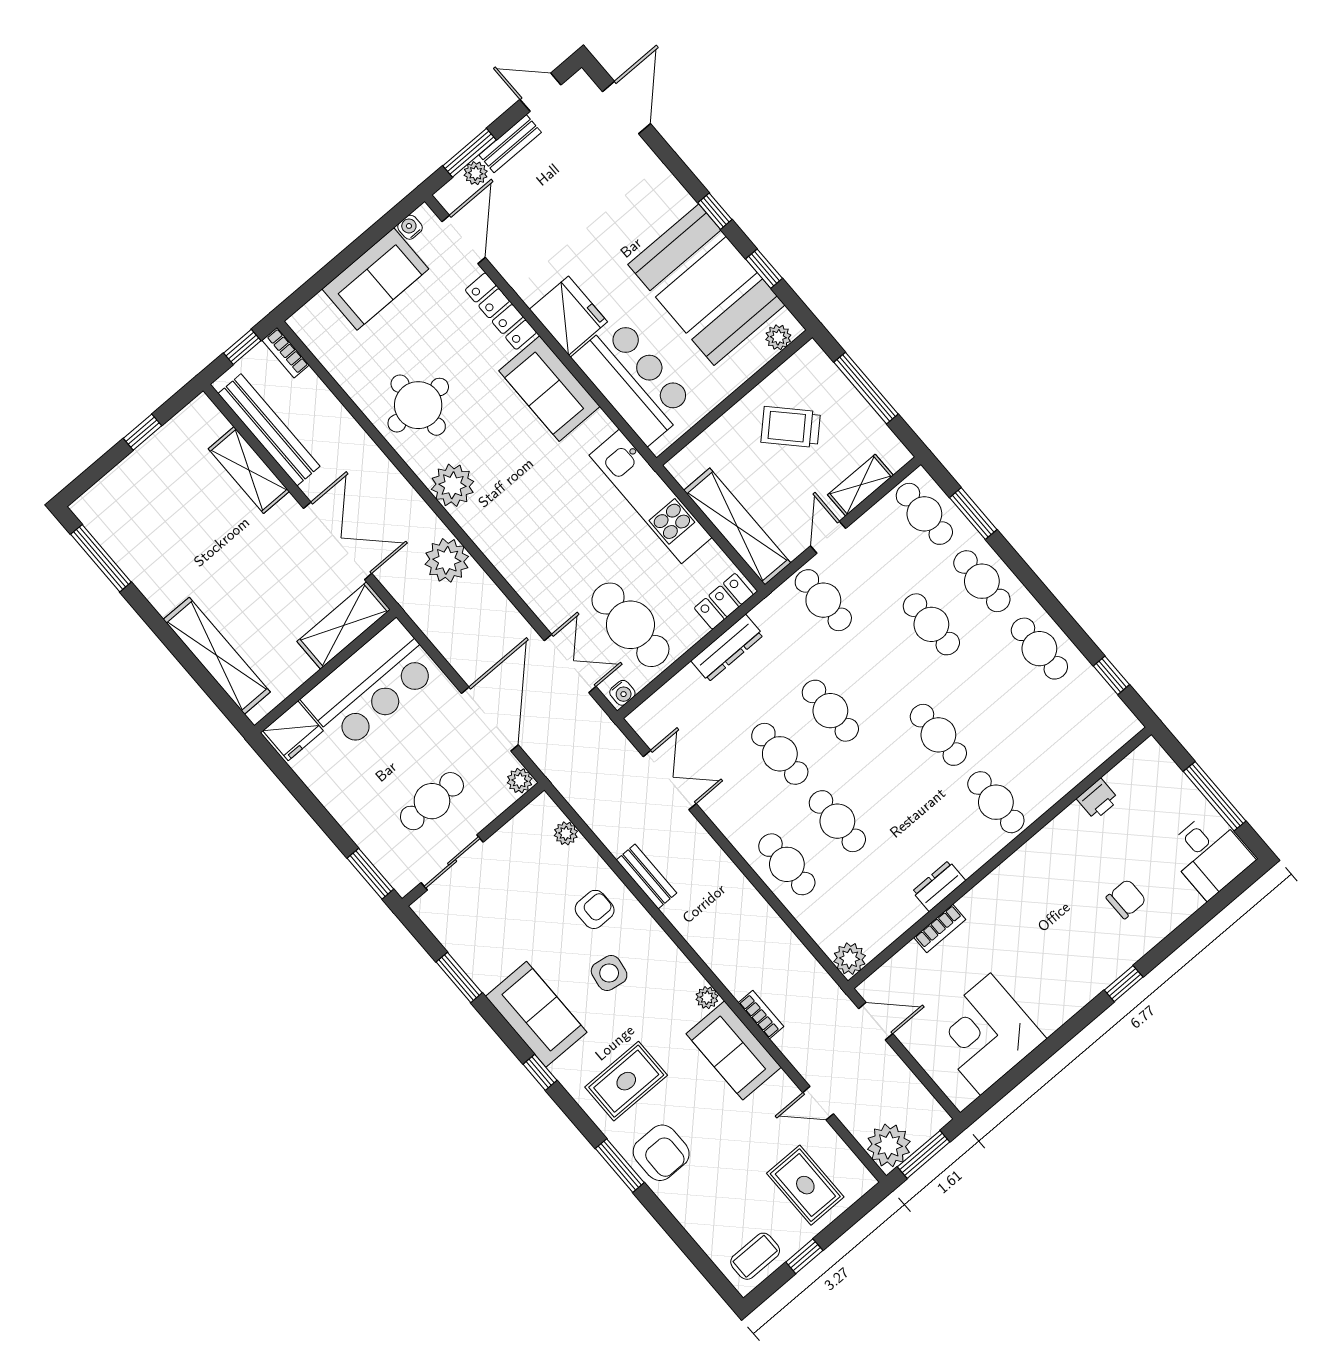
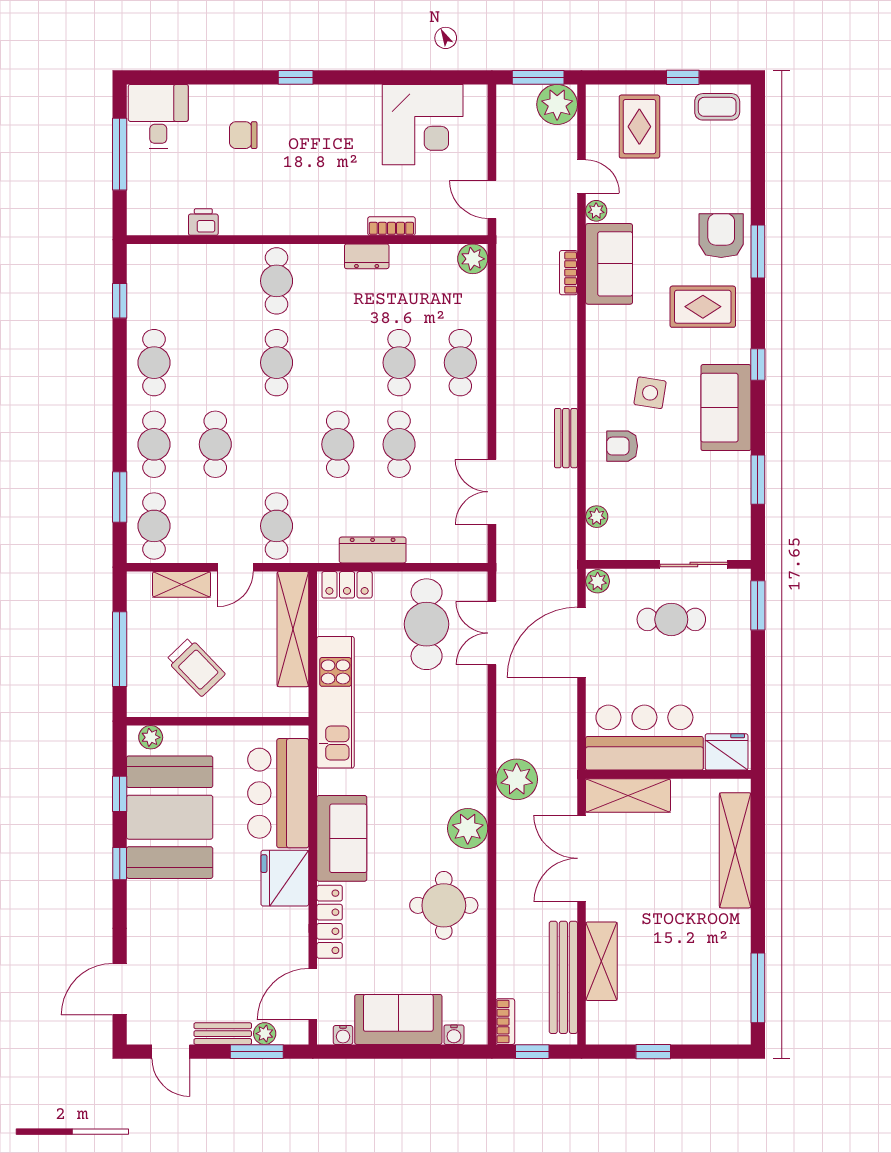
water cooler: (622, 693) -> (454, 1035), moved, turned 180
plant: (707, 998) -> (596, 211), moved

